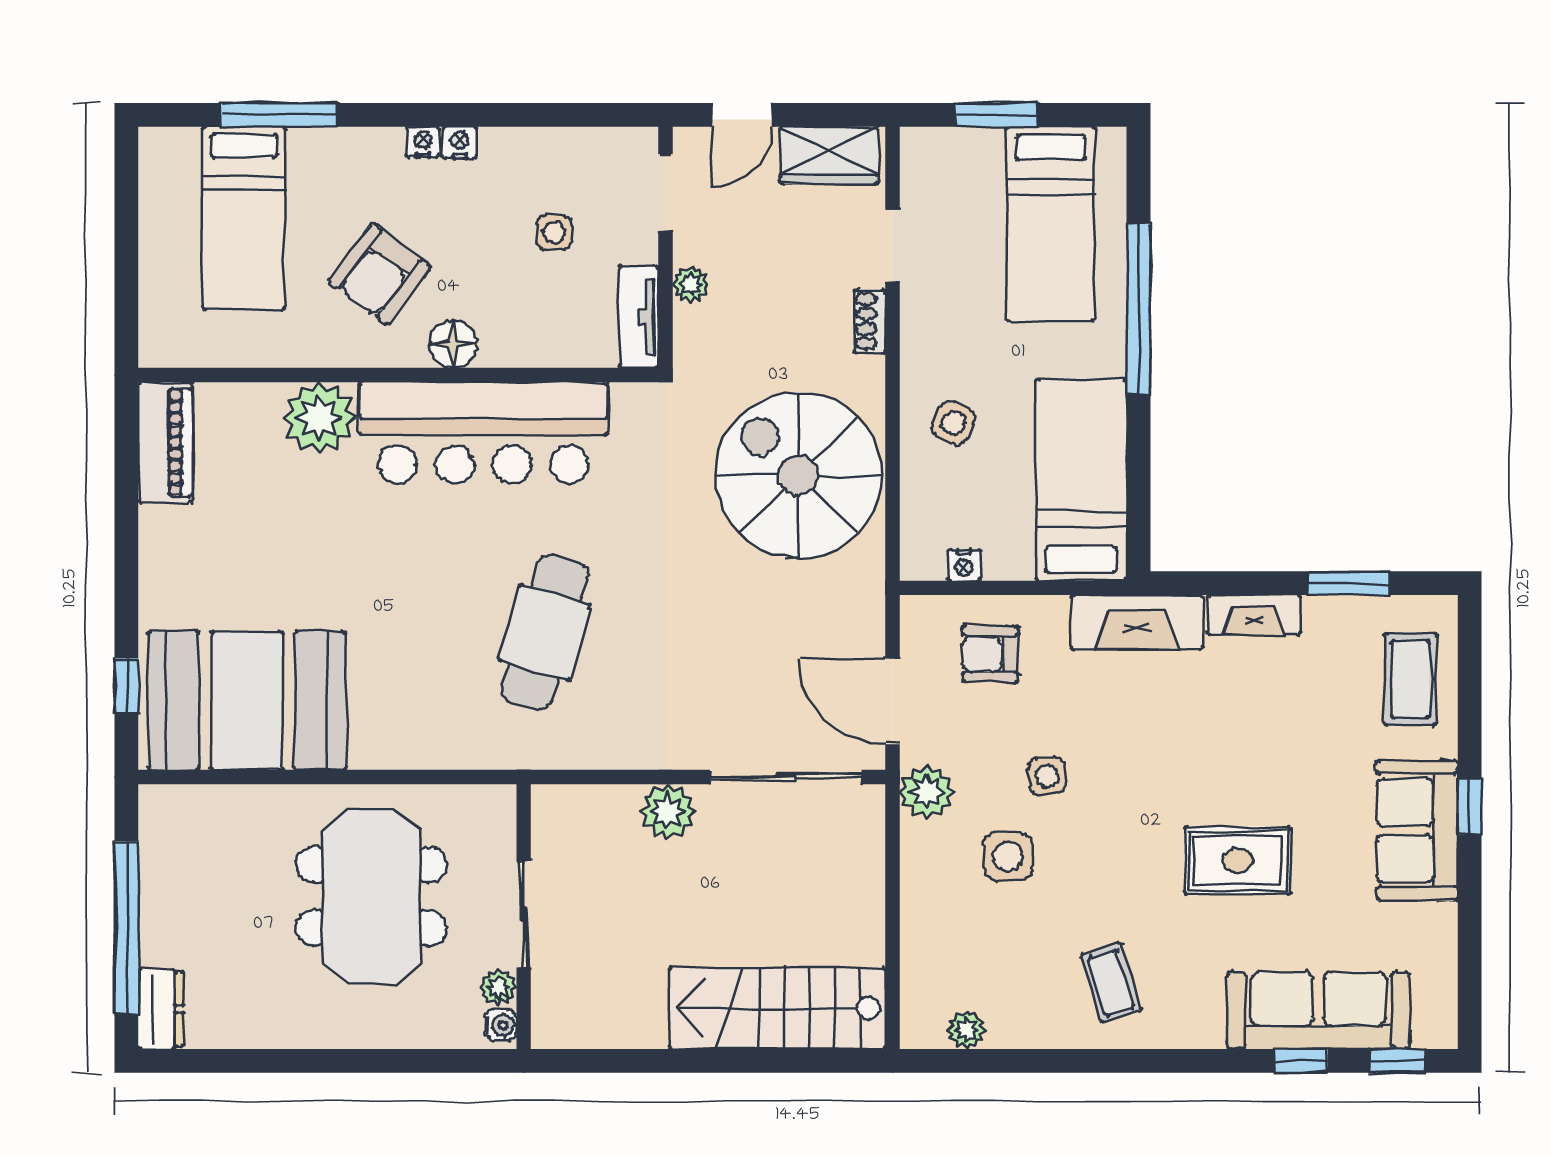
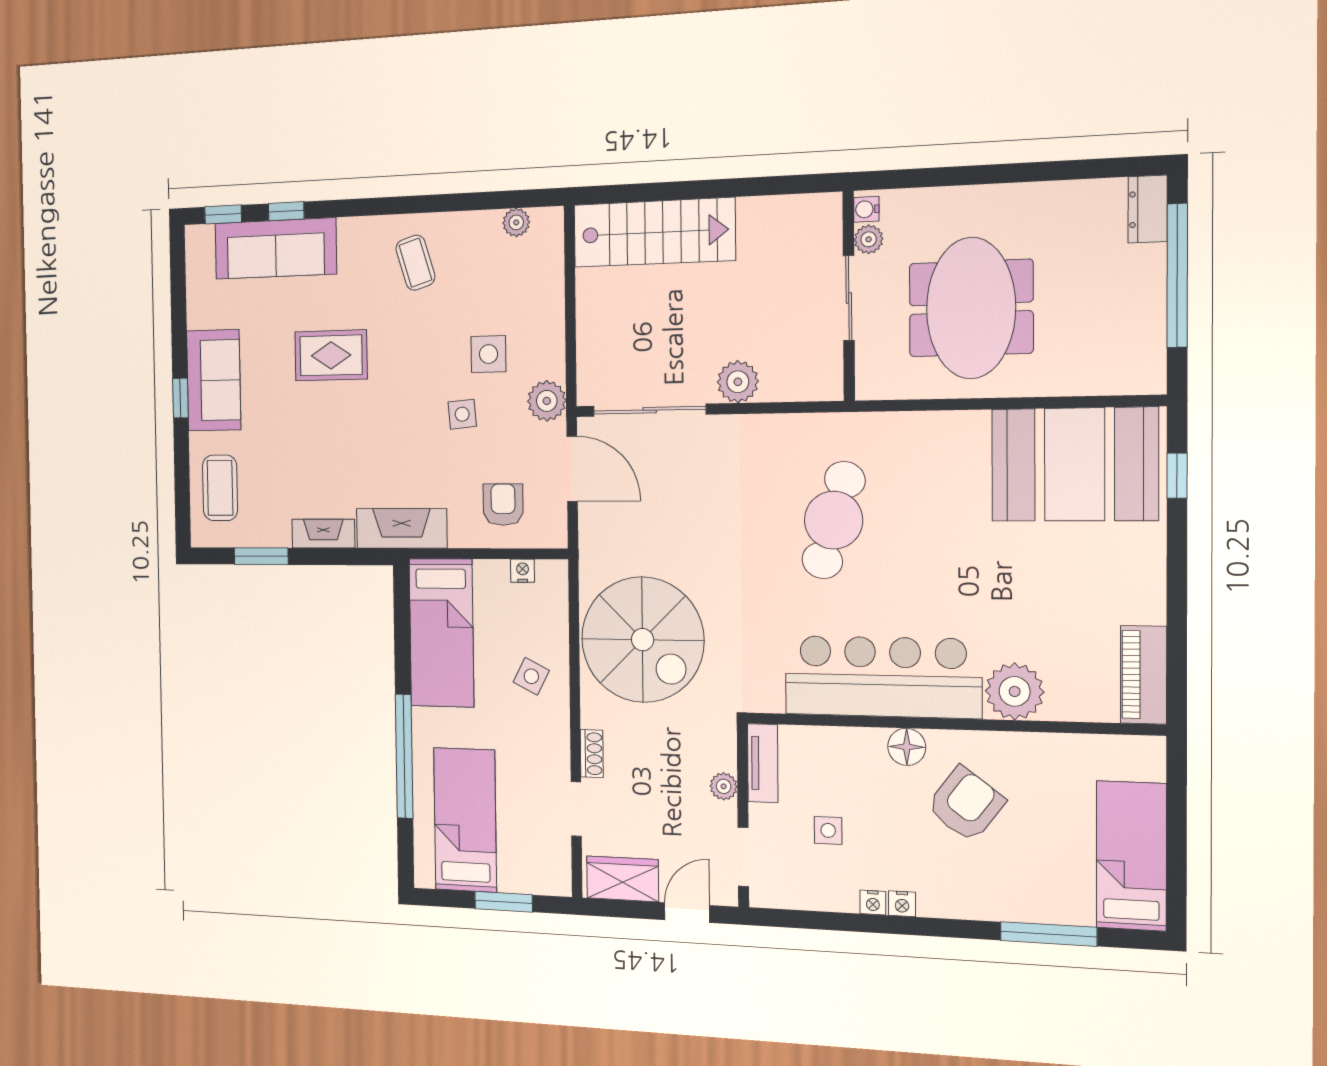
nightstand: (423, 142) -> (873, 903), moved
bed: (244, 218) -> (1131, 856), moved
armchair: (990, 654) -> (503, 505), turned -90

